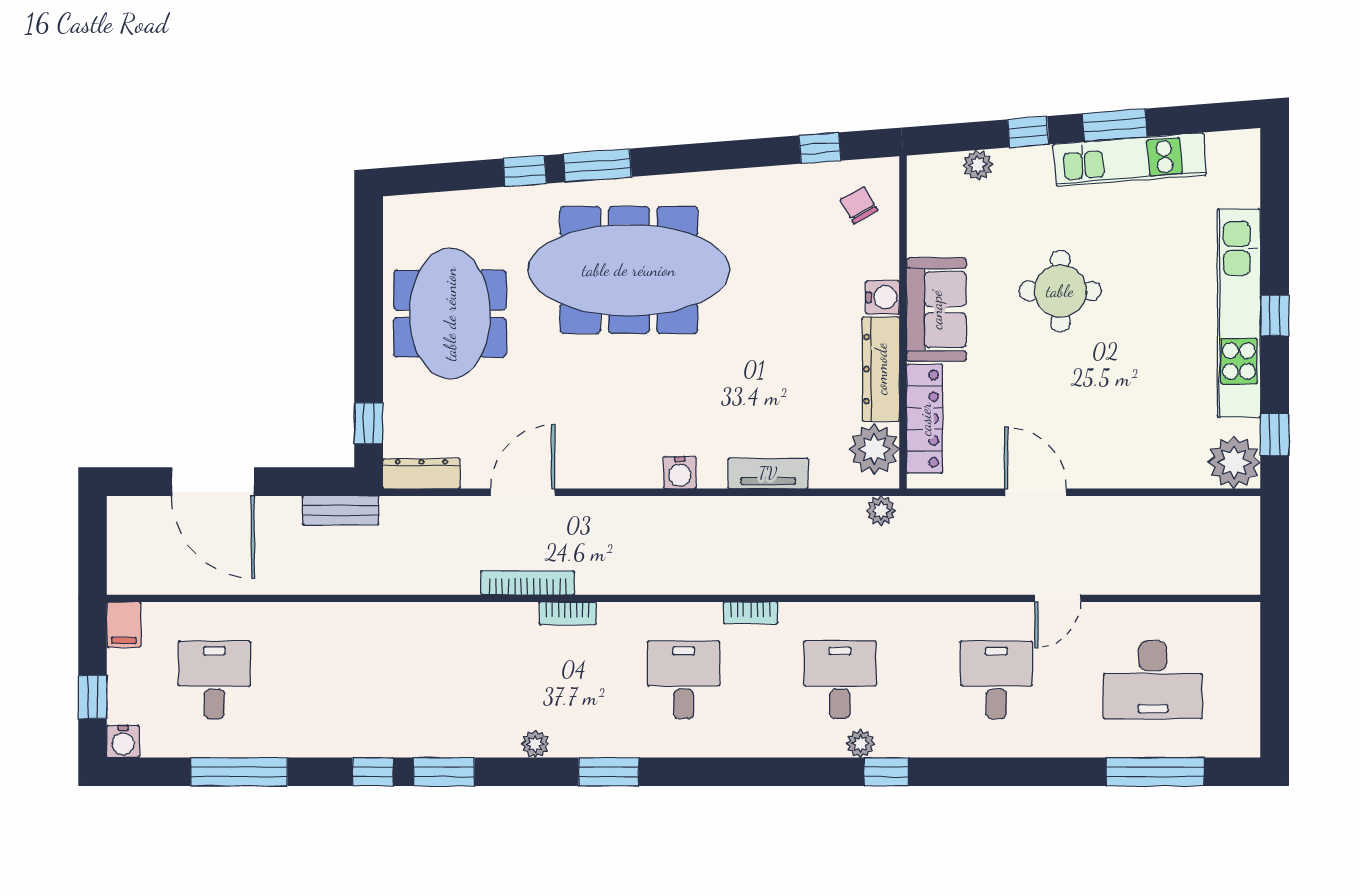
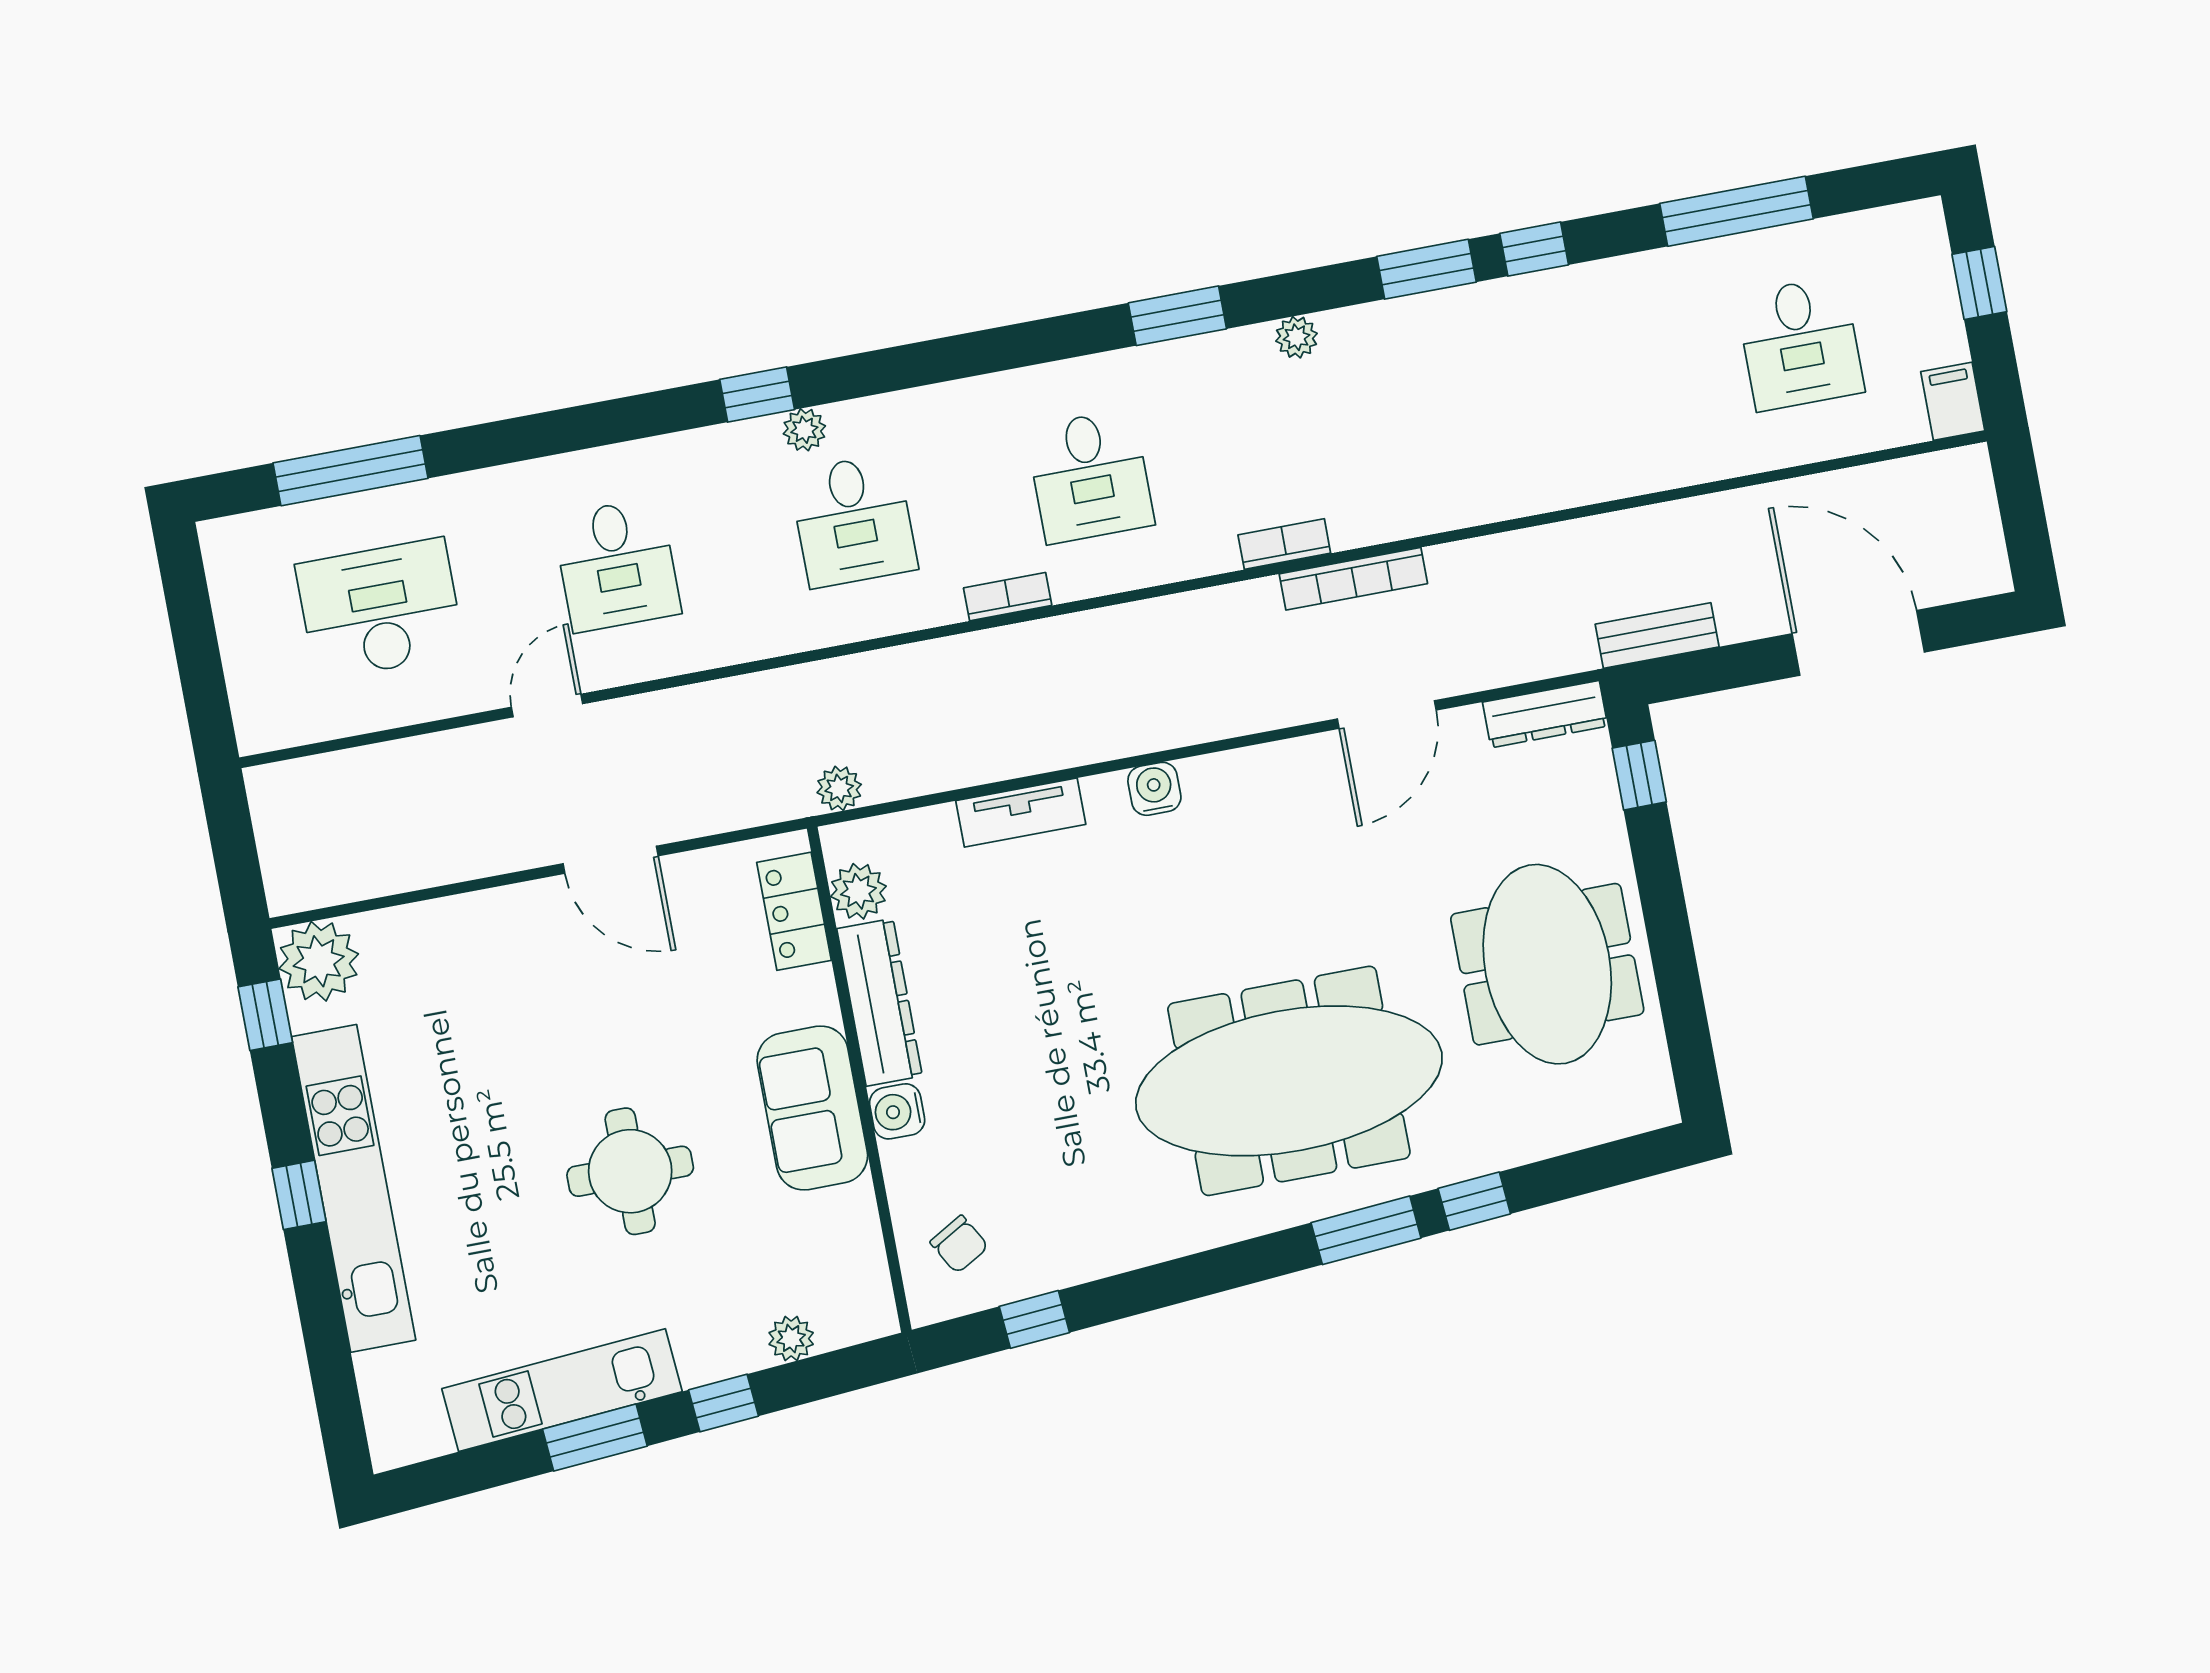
locker: (925, 419) -> (794, 911), width x0.66
plant: (874, 449) -> (858, 891), width x0.73, depth x0.73
water cooler: (123, 741) -> (1921, 224), removed

